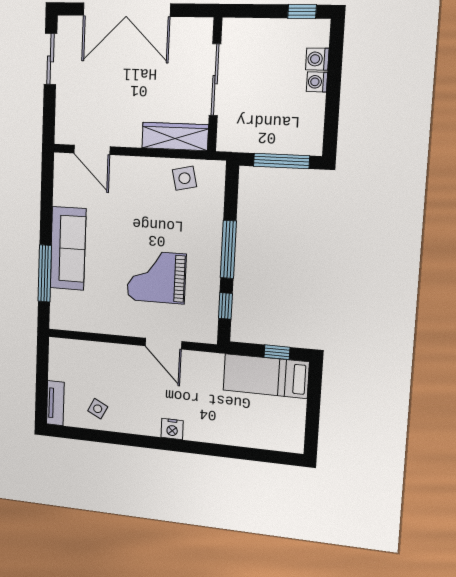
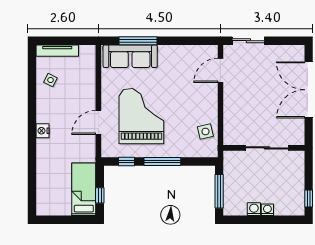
sliding door: (51, 59) -> (248, 41), moved
washing machine: (317, 59) -> (254, 209), moved
wardrobe: (175, 136) -> (231, 124), removed
sofa: (68, 248) -> (130, 56), moved
grand piano: (156, 277) -> (141, 116), width x1.37, depth x1.48
tv unit: (55, 403) -> (57, 51), width x1.41

